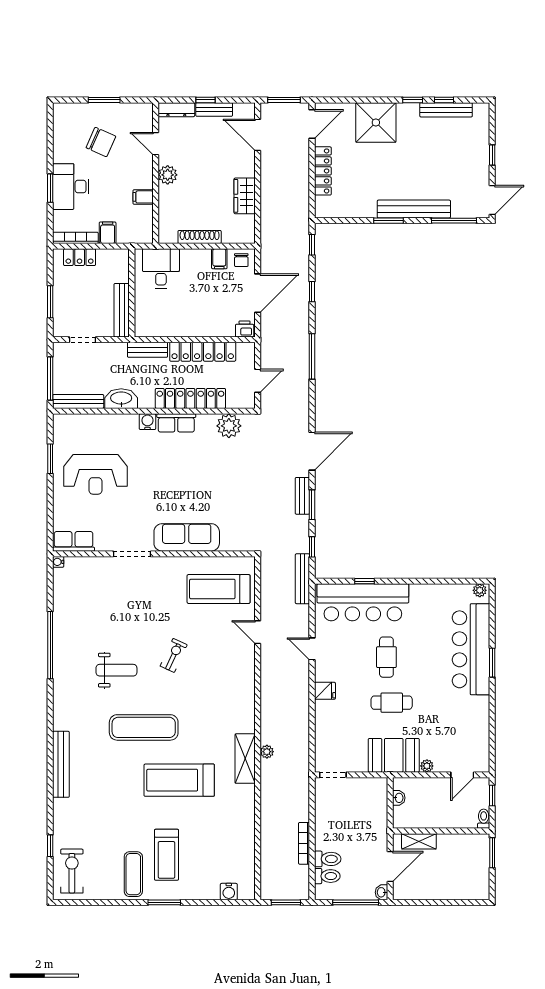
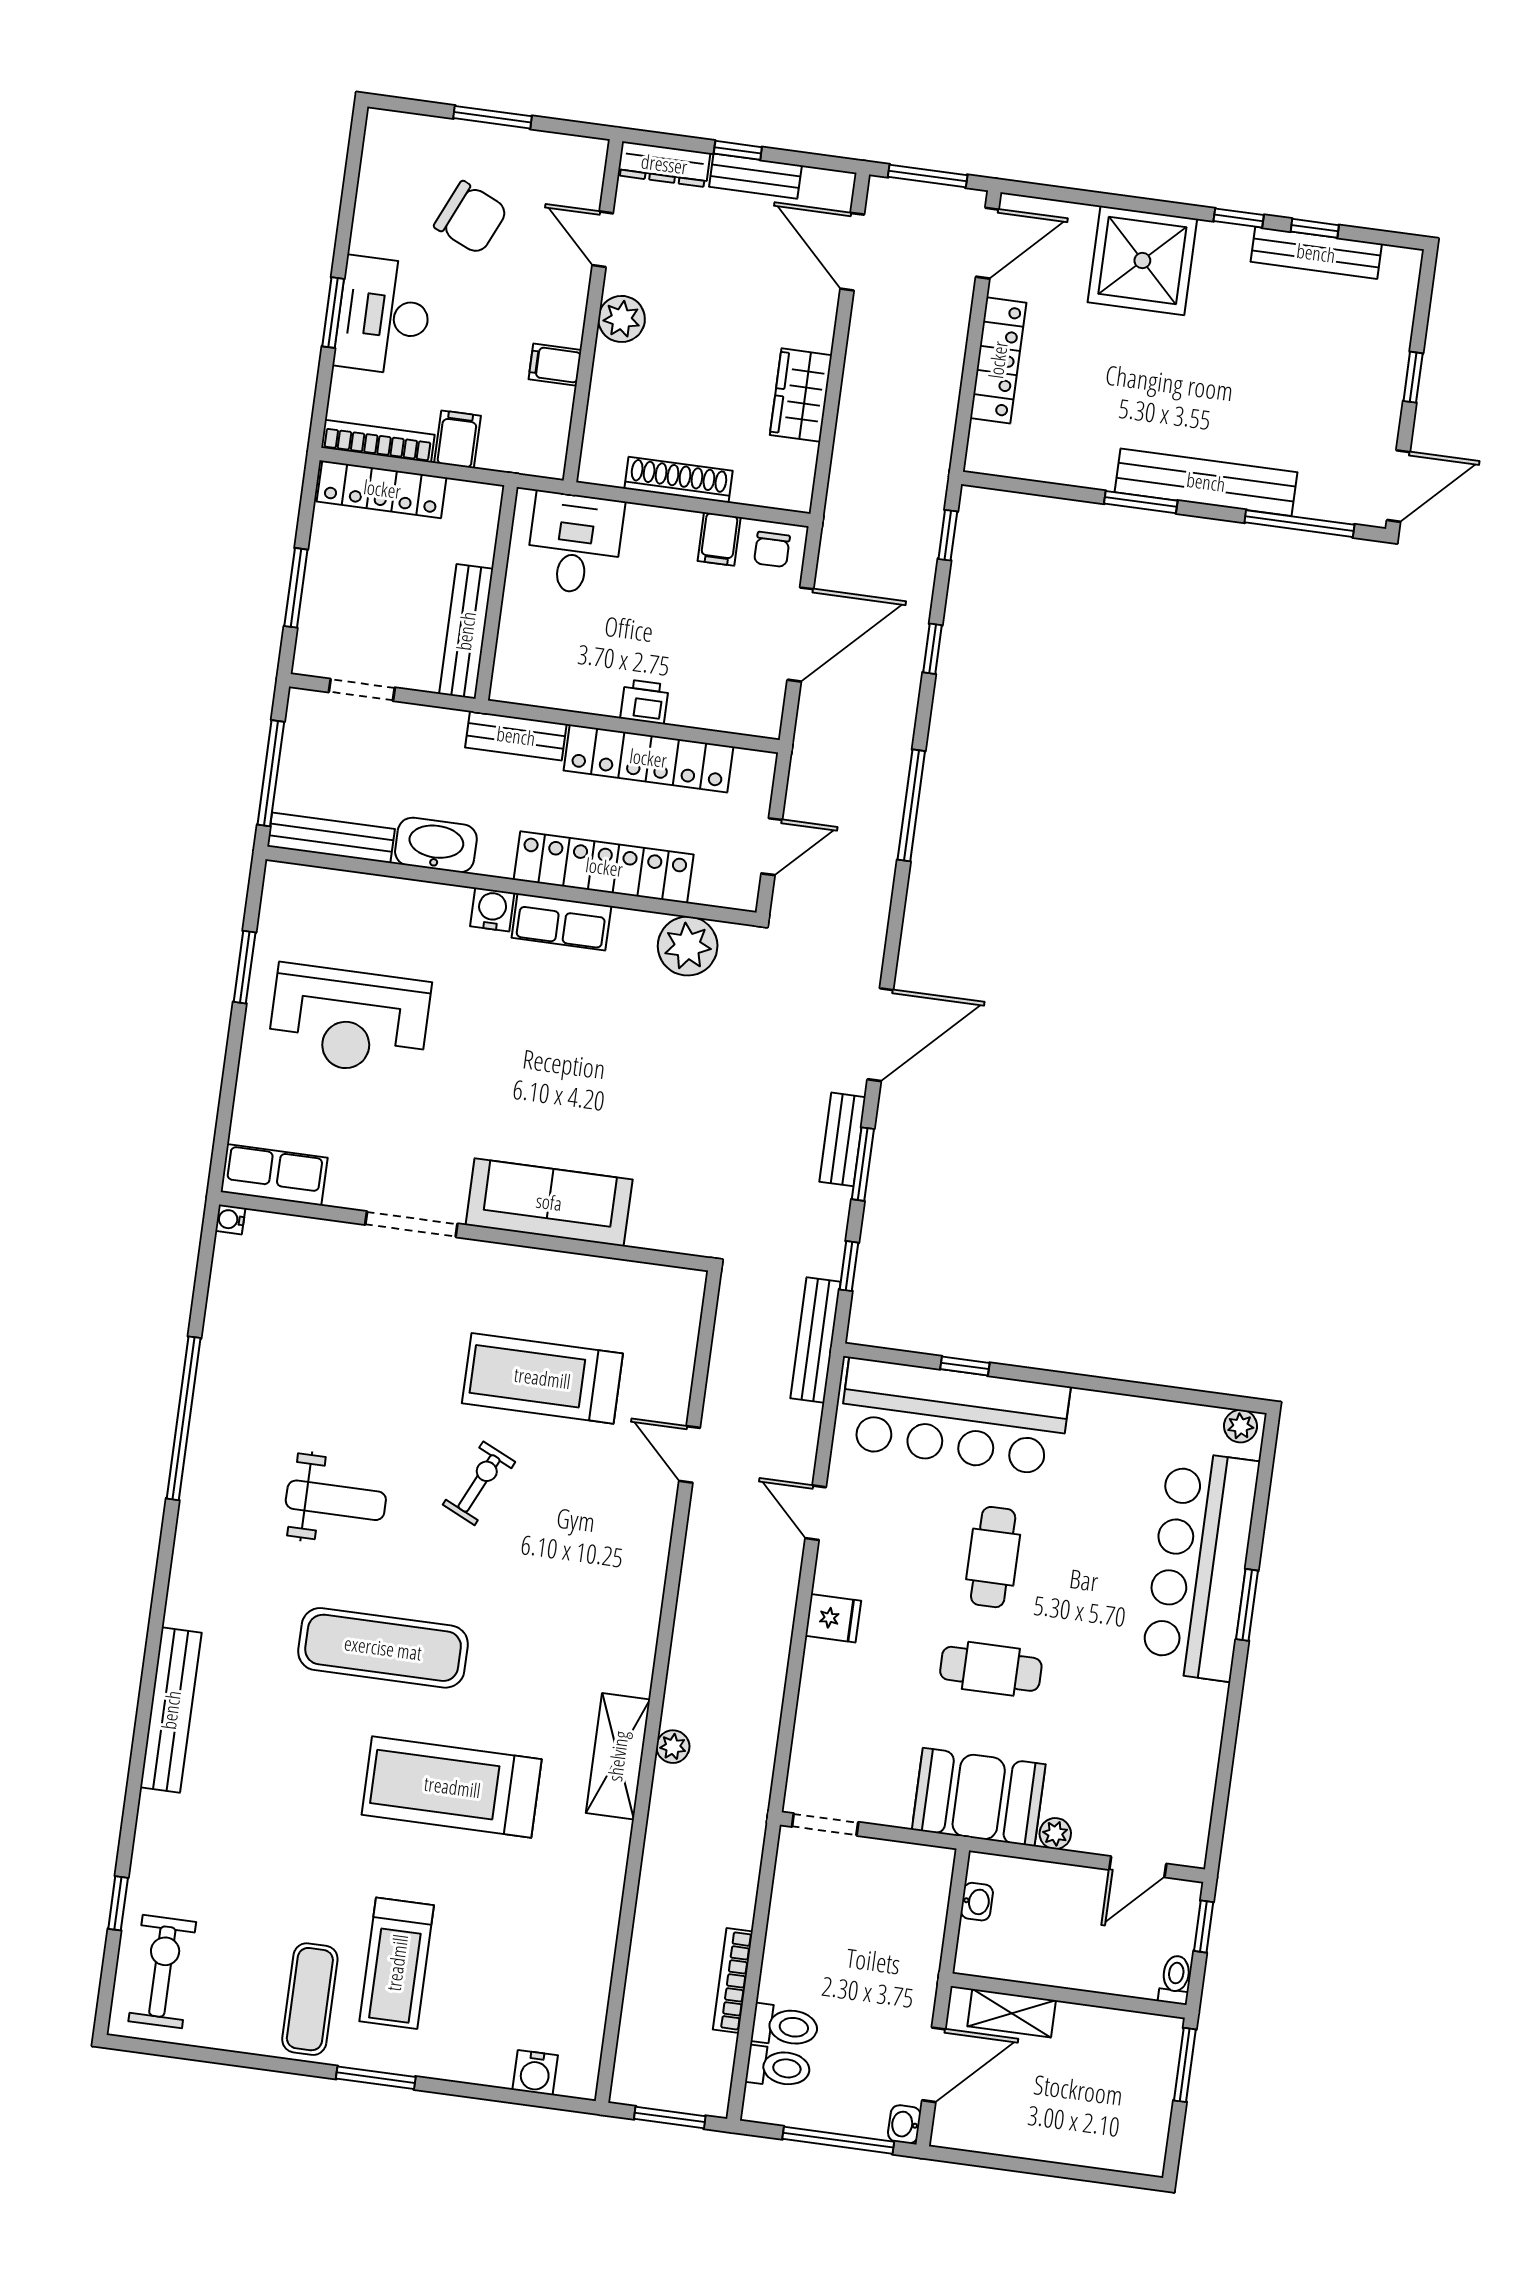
locker: (80, 257) -> (382, 489), width x1.53
printer: (245, 329) -> (644, 702), moved
treadmill: (219, 589) -> (542, 1378), moved

